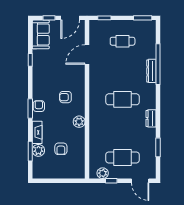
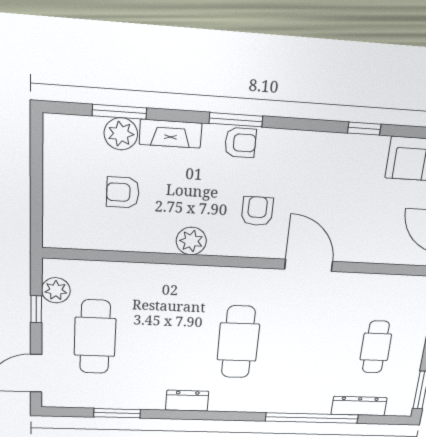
door: (87, 54) -> (309, 265), moved
dresser: (151, 71) -> (359, 406), moved

